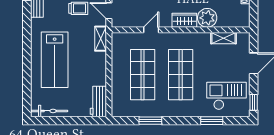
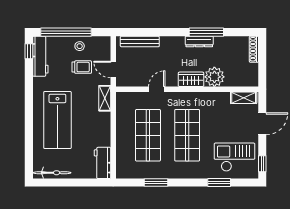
shelving: (223, 38) -> (244, 98), moved

